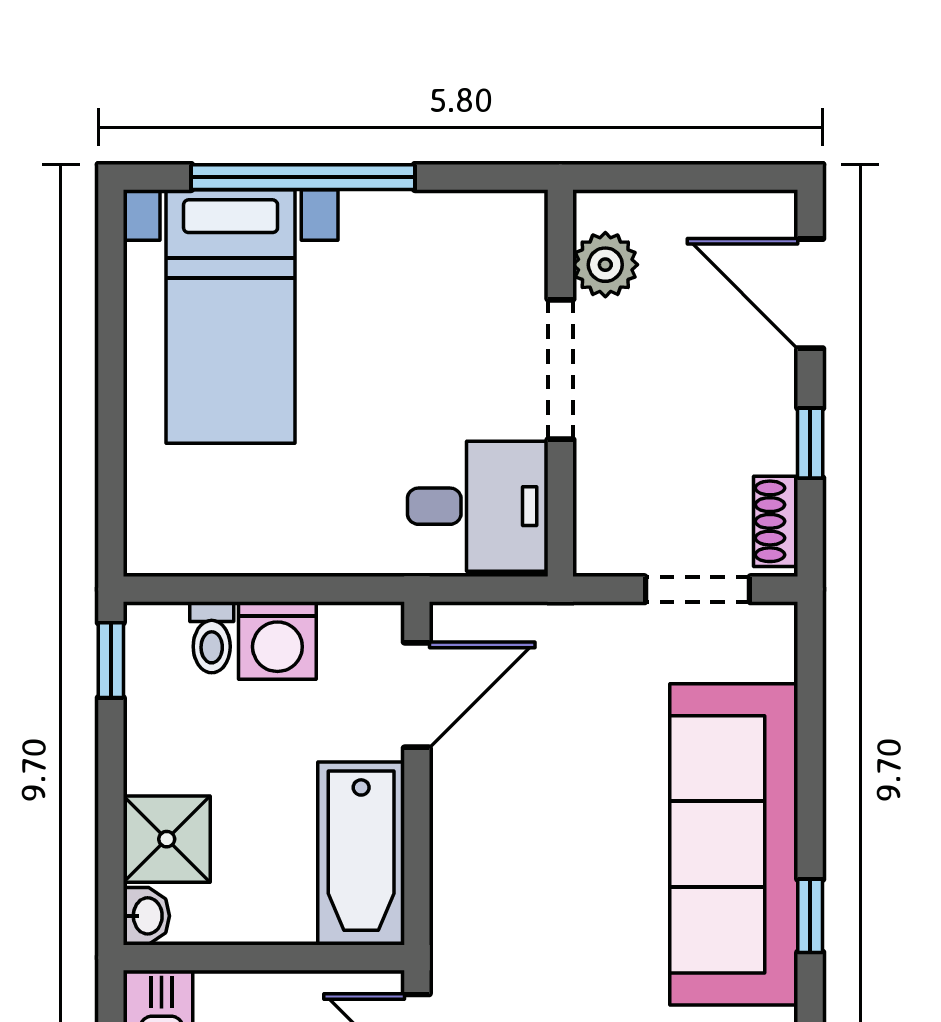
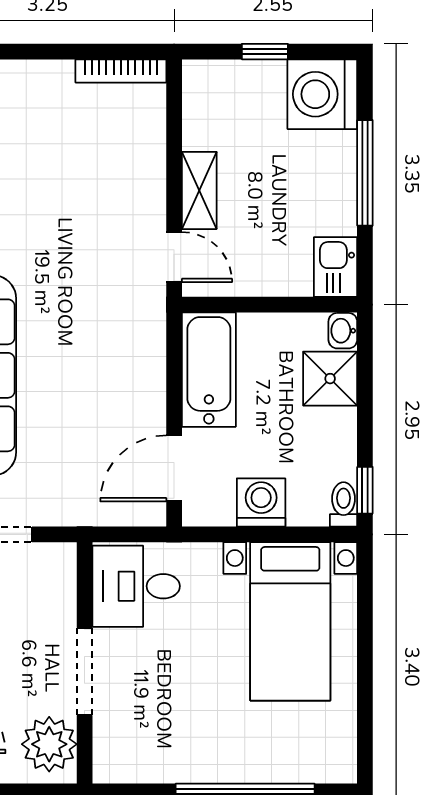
plant: (605, 265) -> (49, 744), width x1.36, depth x1.36
bed with nightstands: (231, 316) -> (290, 621), moved, turned 180
toilet: (212, 637) -> (344, 504), moved

